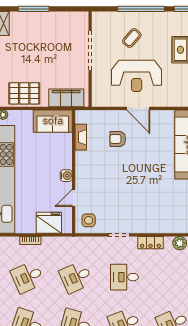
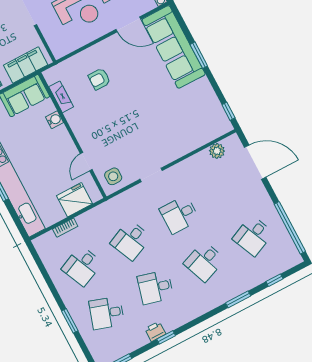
door: (138, 108) -> (128, 24), moved
water cooler: (66, 176) -> (55, 120), moved
locker: (150, 243) -> (187, 166), removed

